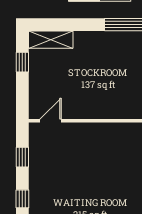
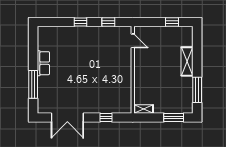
shelving: (51, 40) -> (187, 61), moved

